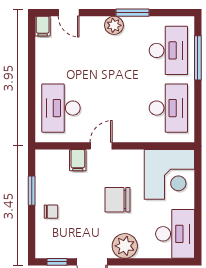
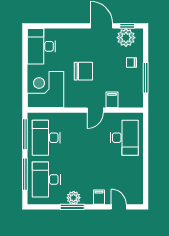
plant: (114, 25) -> (74, 198), moved
filing cabinet: (43, 26) -> (99, 197), moved
window: (198, 113) -> (25, 134), added
window: (32, 191) -> (146, 78), width x1.44
plant: (125, 246) -> (126, 38), moved

